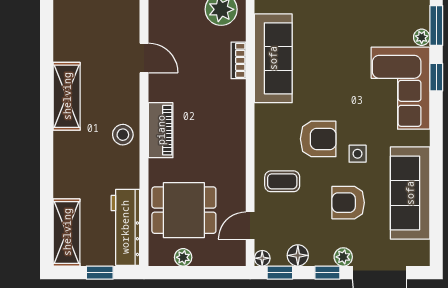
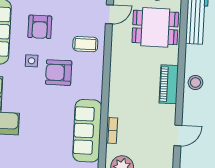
door: (144, 58) -> (178, 136), swing flipped
armchair: (348, 203) -> (40, 27), turned 90

